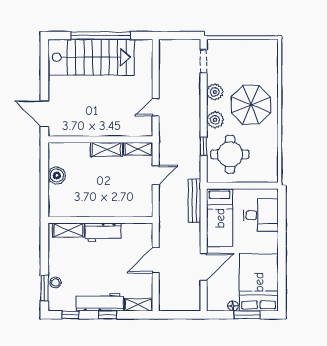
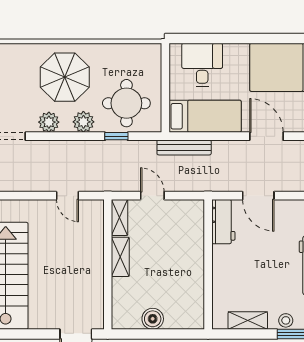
shelving: (68, 230) -> (248, 321), moved, turned 90
workbench: (103, 232) -> (223, 222), moved

